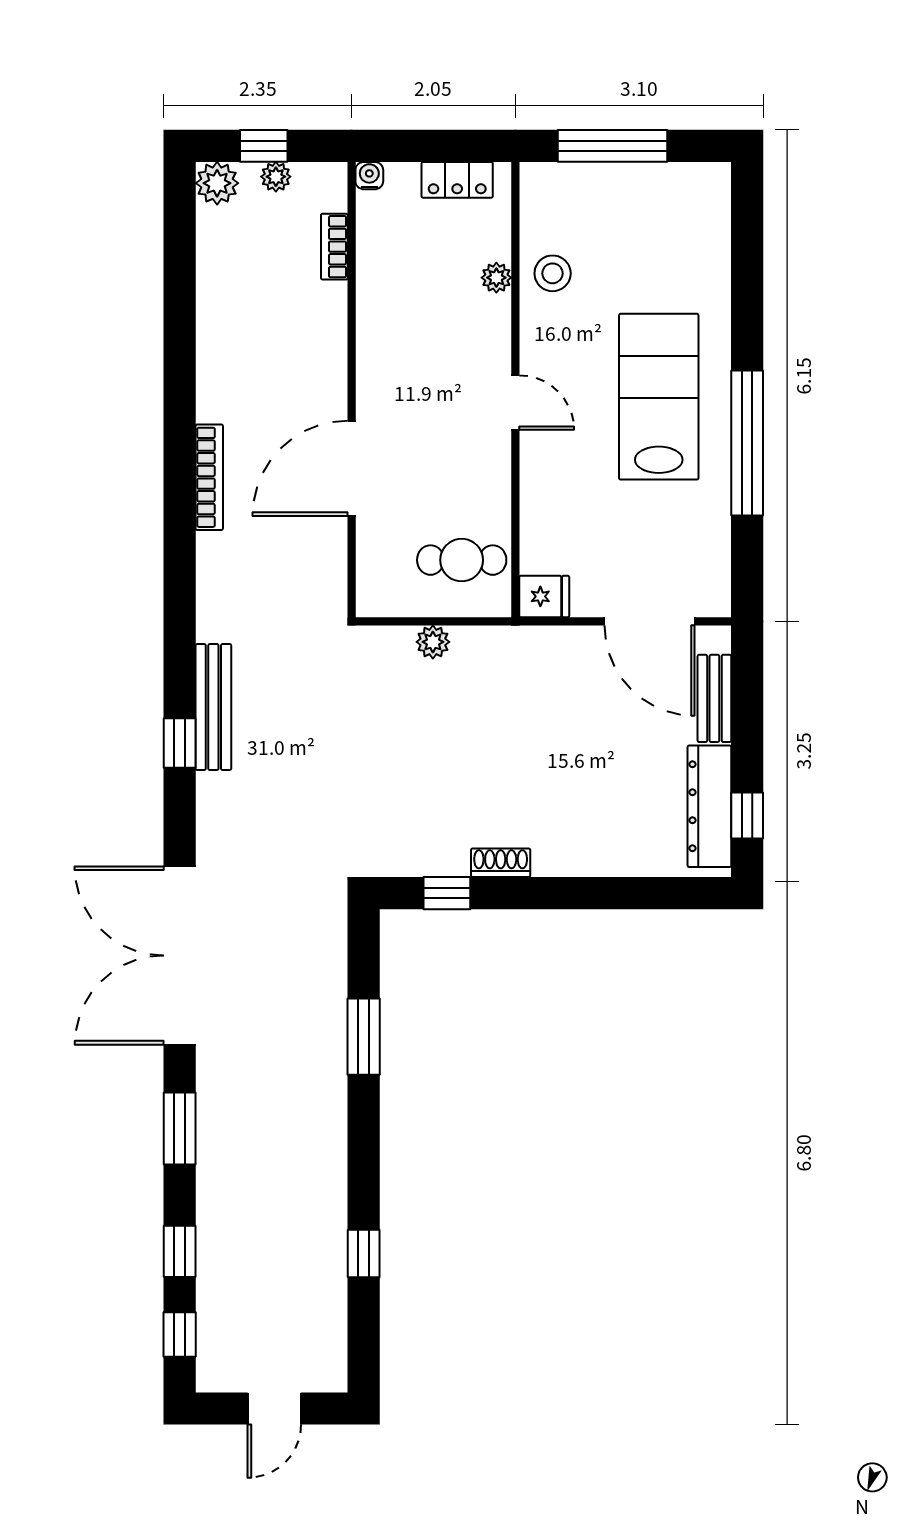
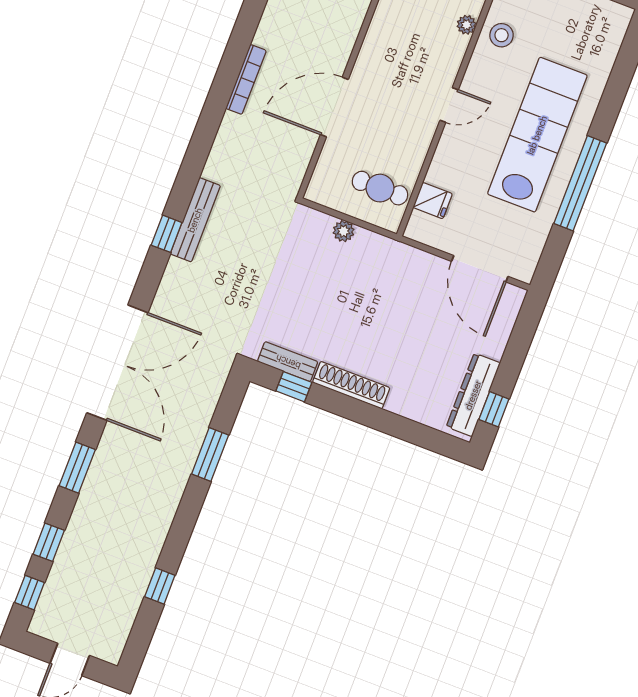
lab bench: (659, 397) -> (537, 135), width x1.36
door: (515, 403) -> (449, 105), hinge flipped
fridge: (544, 596) -> (433, 201), moved
bench: (714, 698) -> (288, 362), moved, turned 90
shoe rack: (501, 863) -> (351, 385), width x1.94, depth x1.24
double door: (180, 956) -> (117, 363), swing flipped

